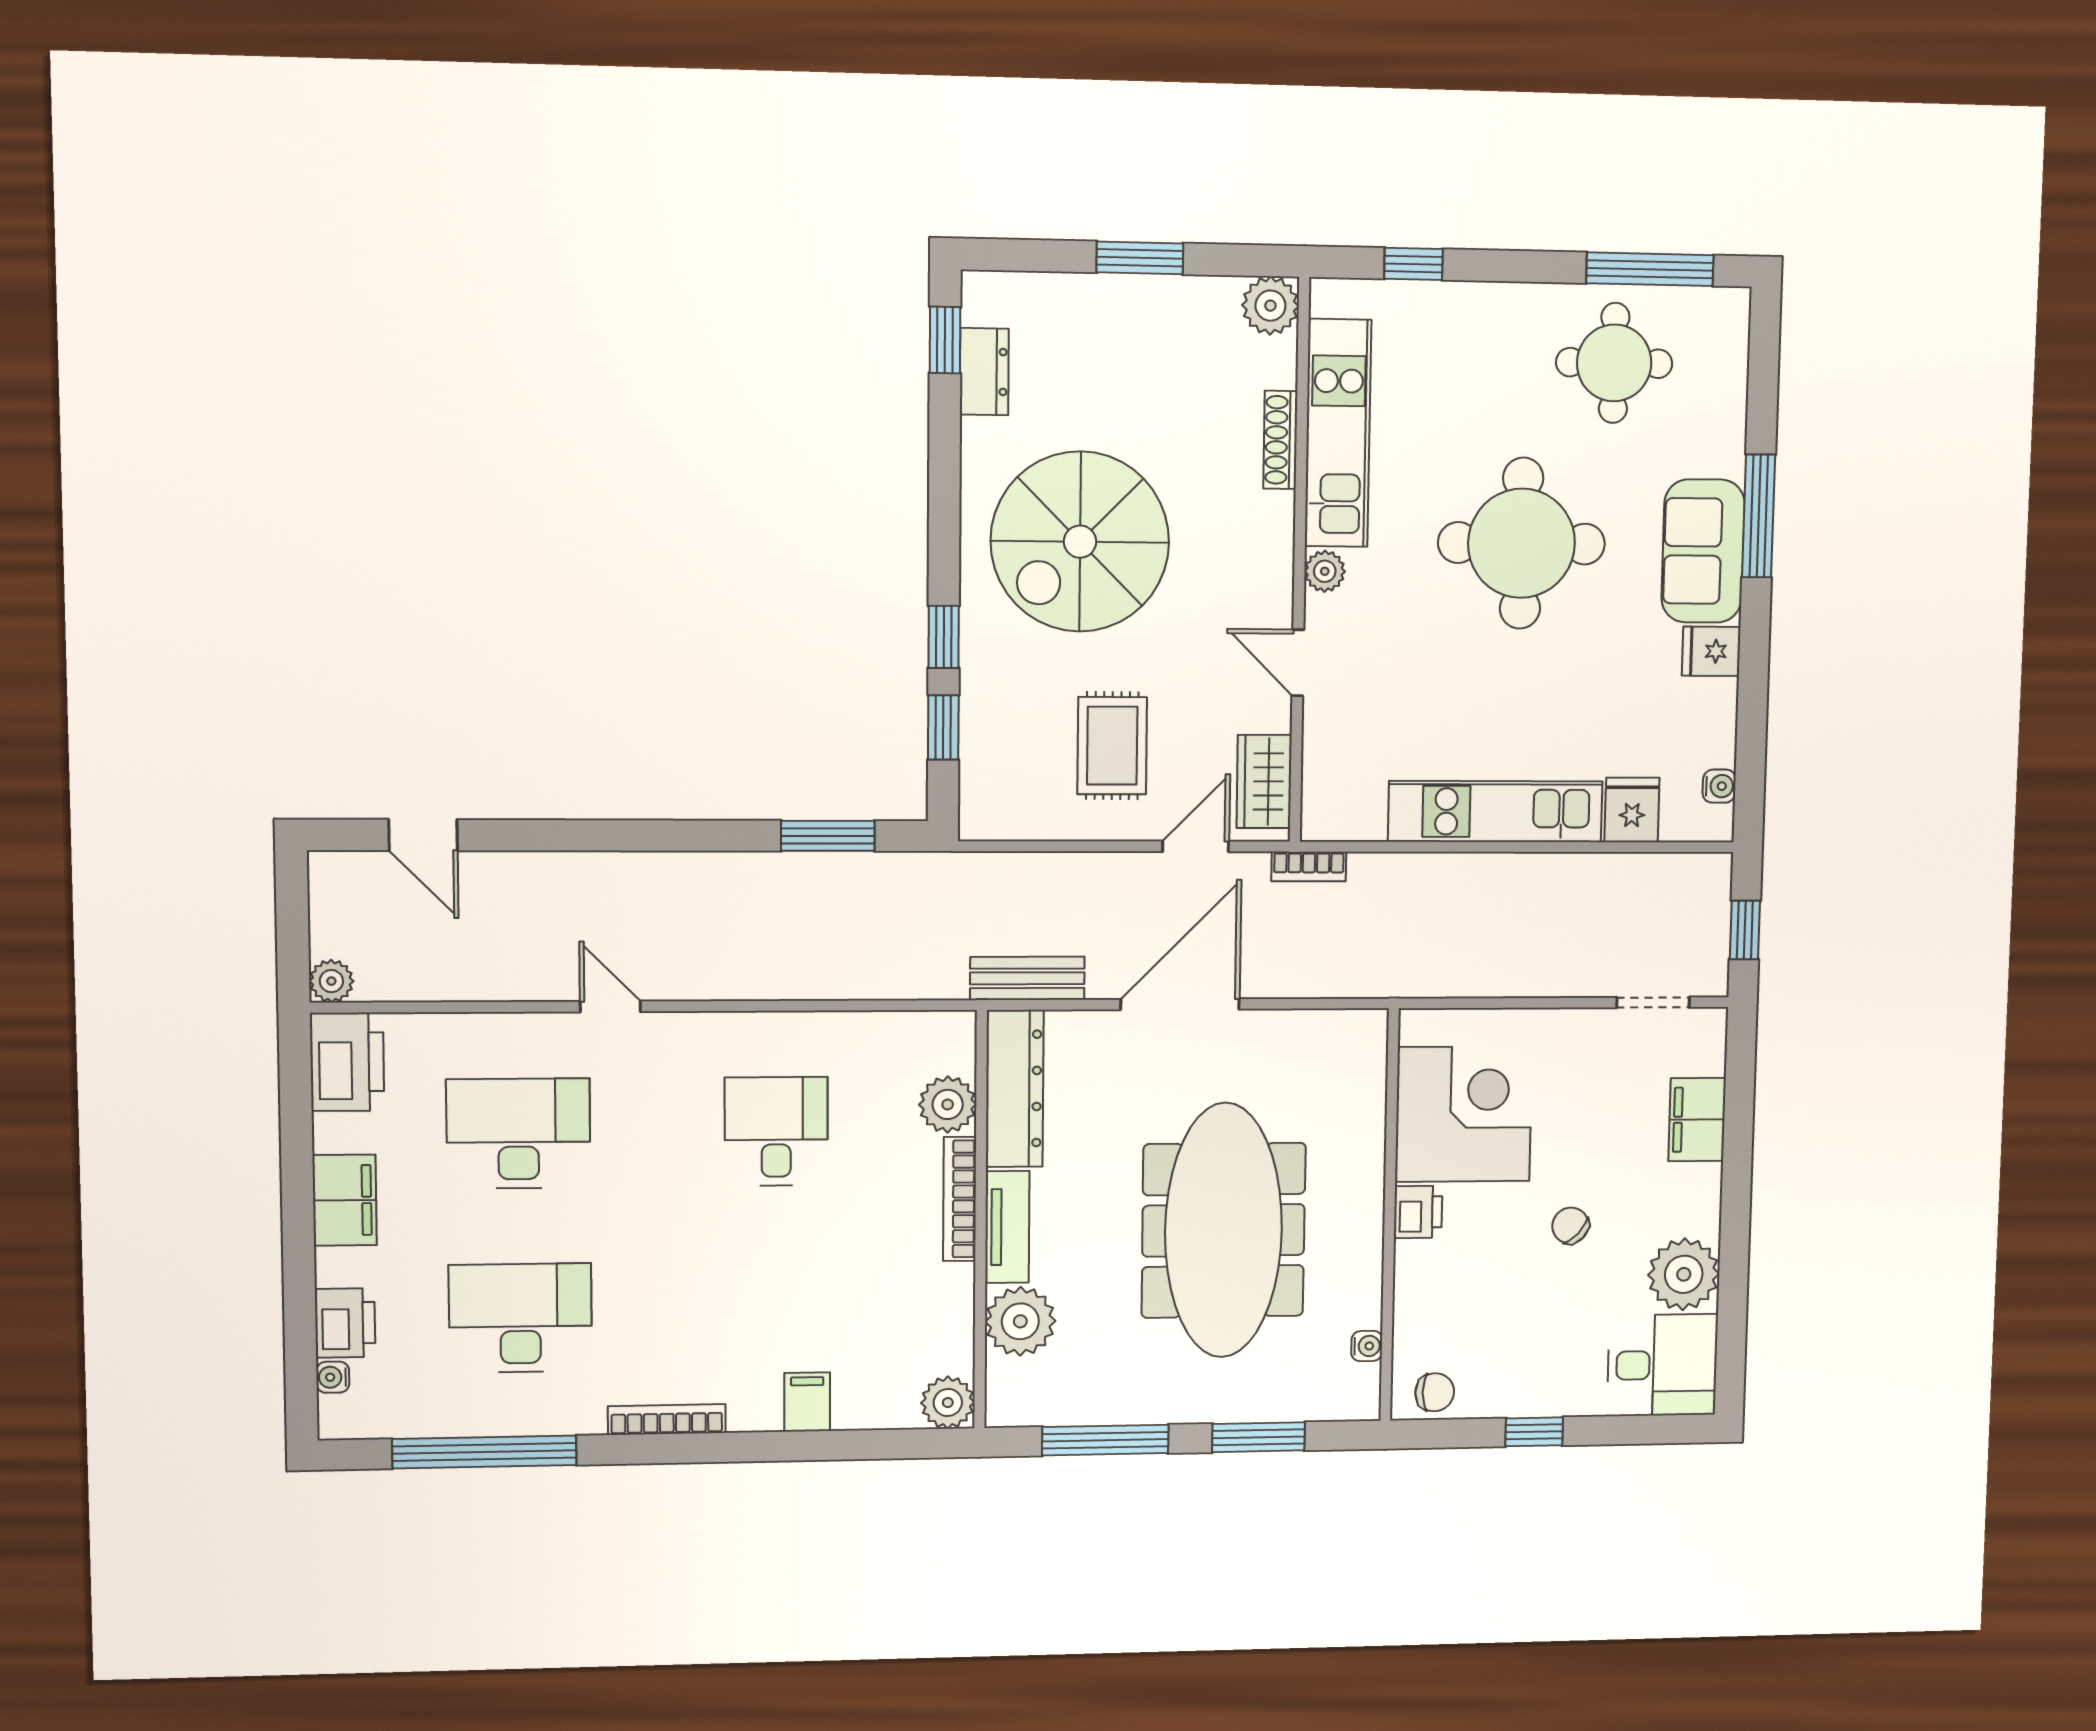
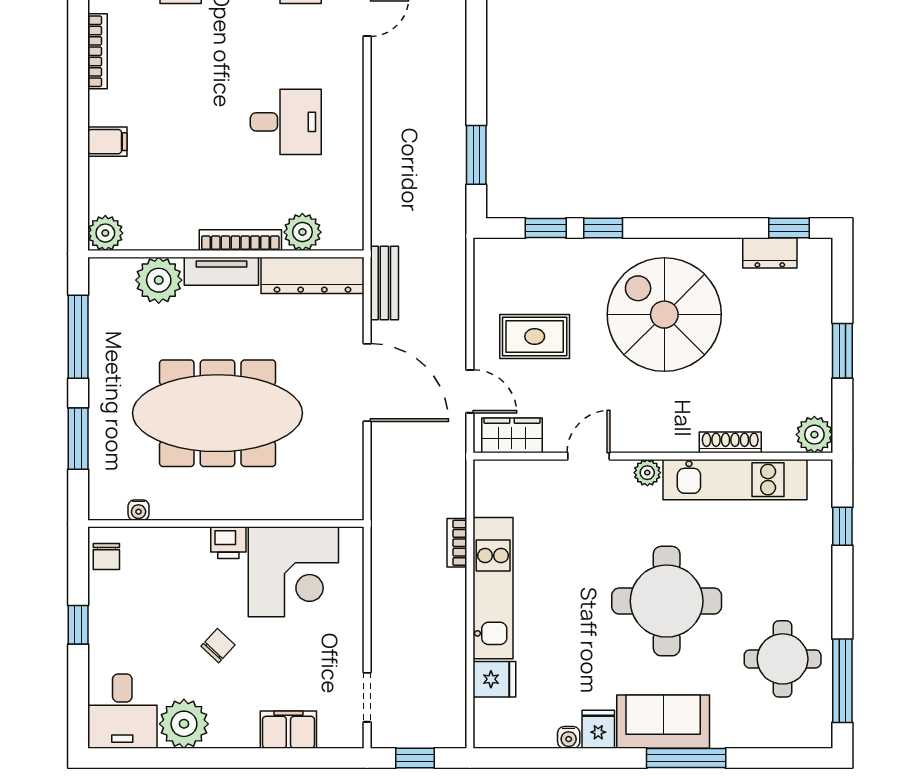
water cooler: (1719, 786) -> (569, 737), moved
bookcase: (1309, 867) -> (457, 543), moved

